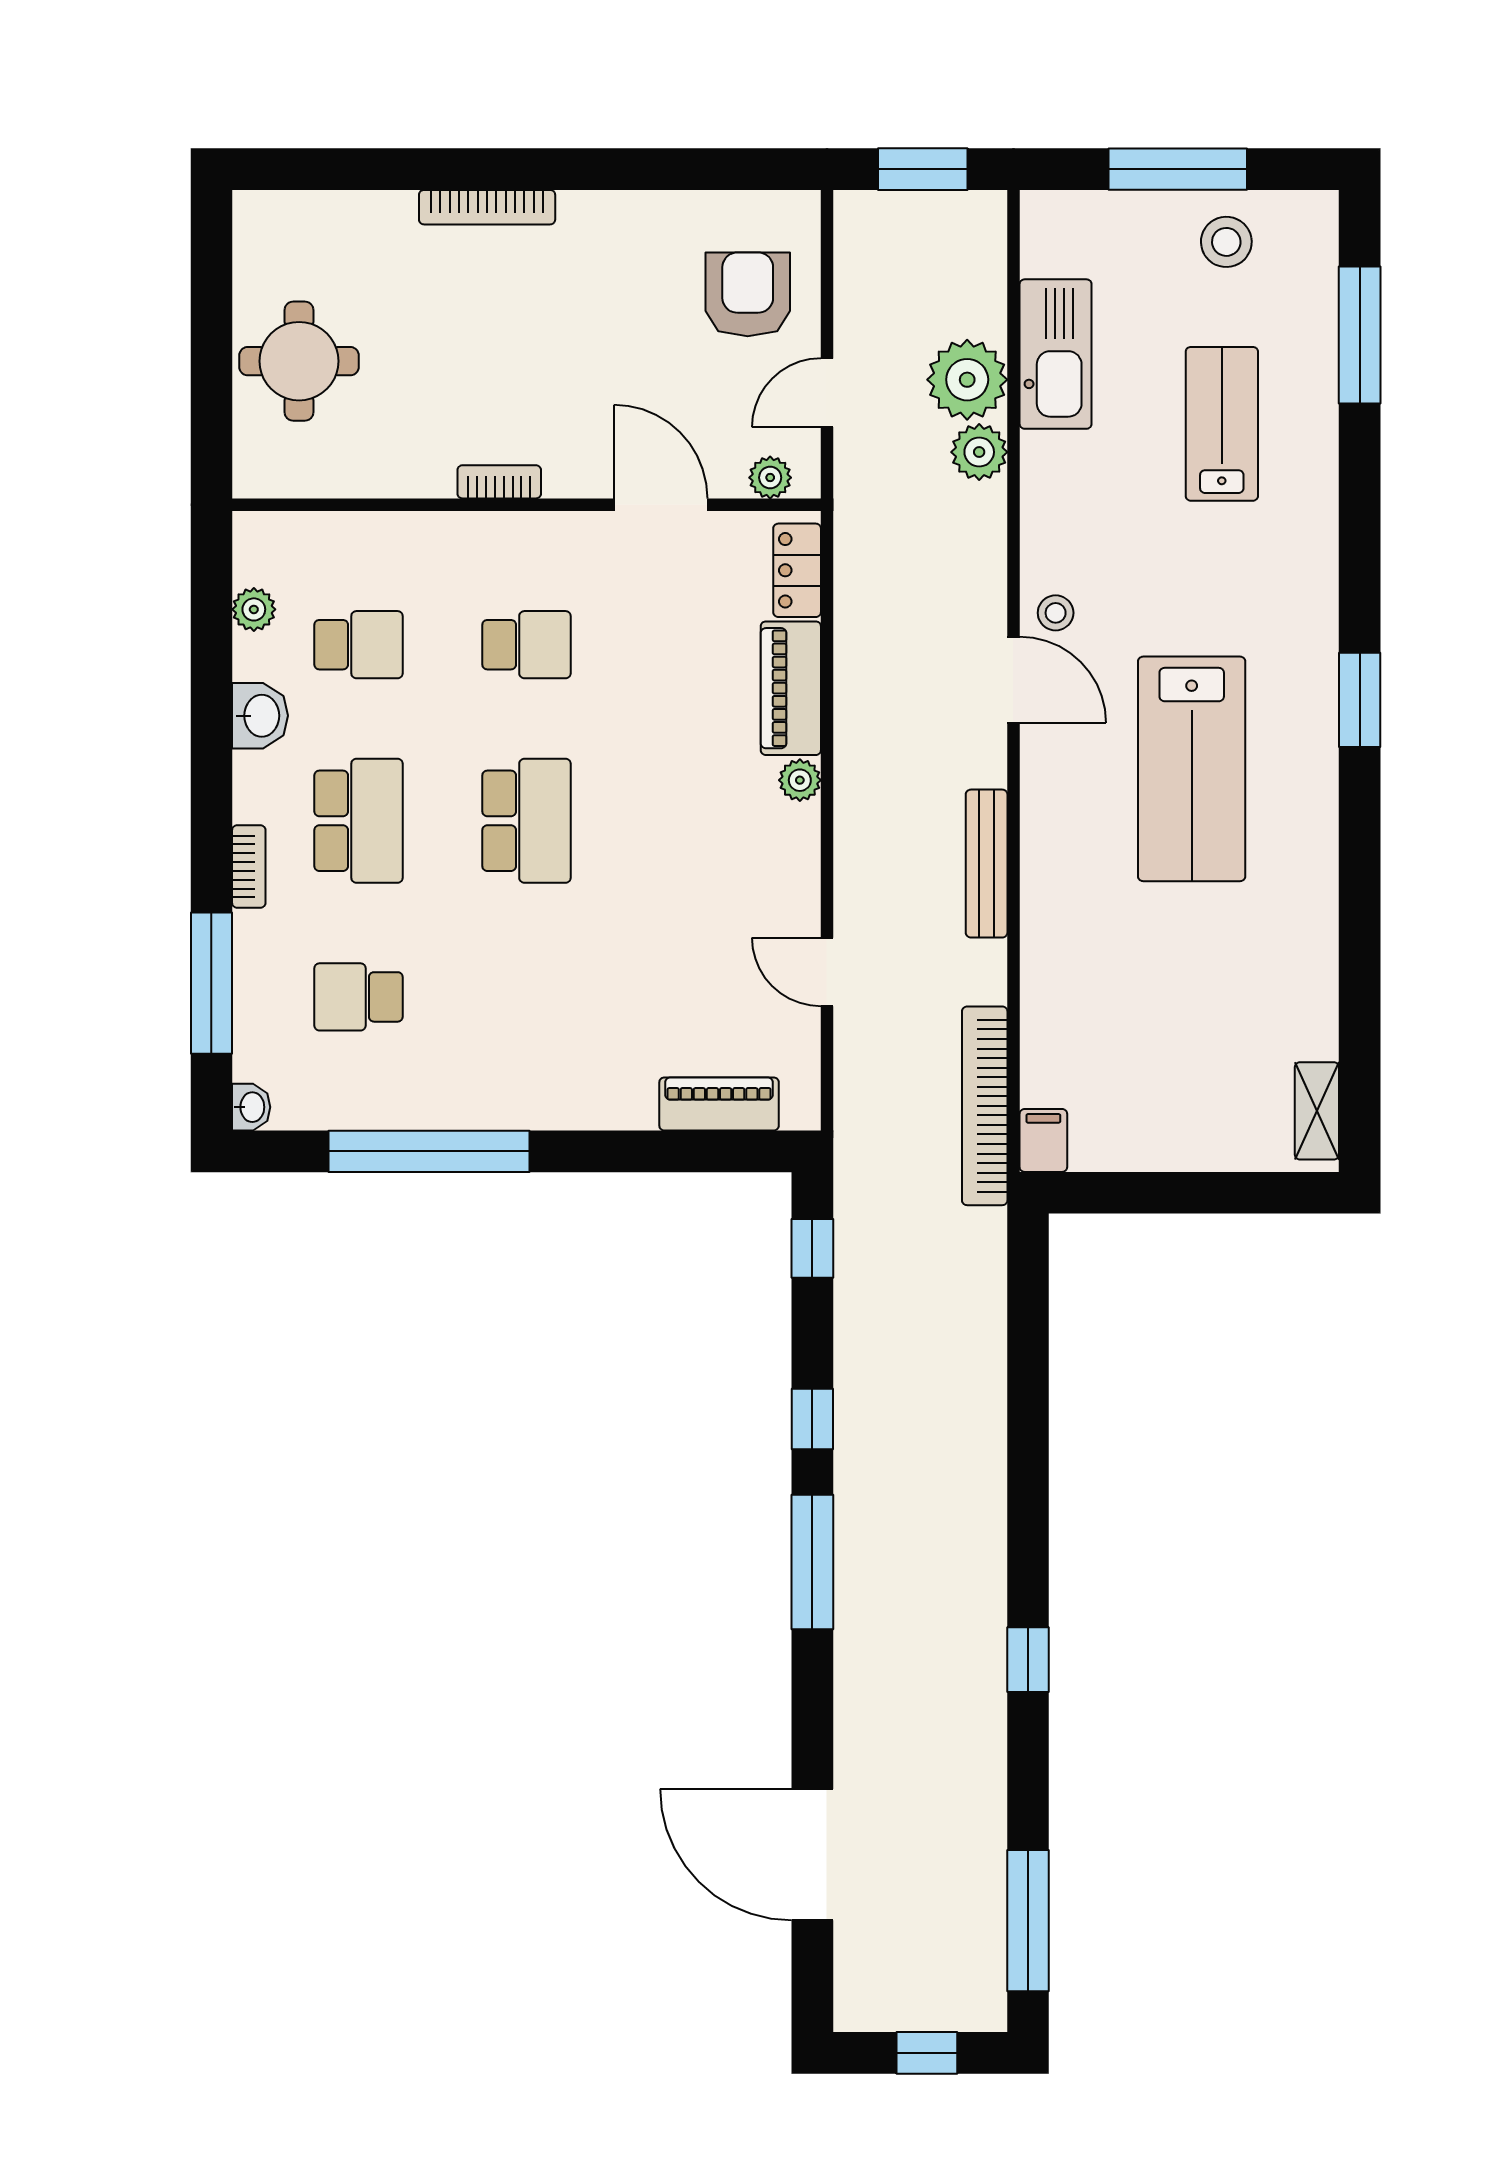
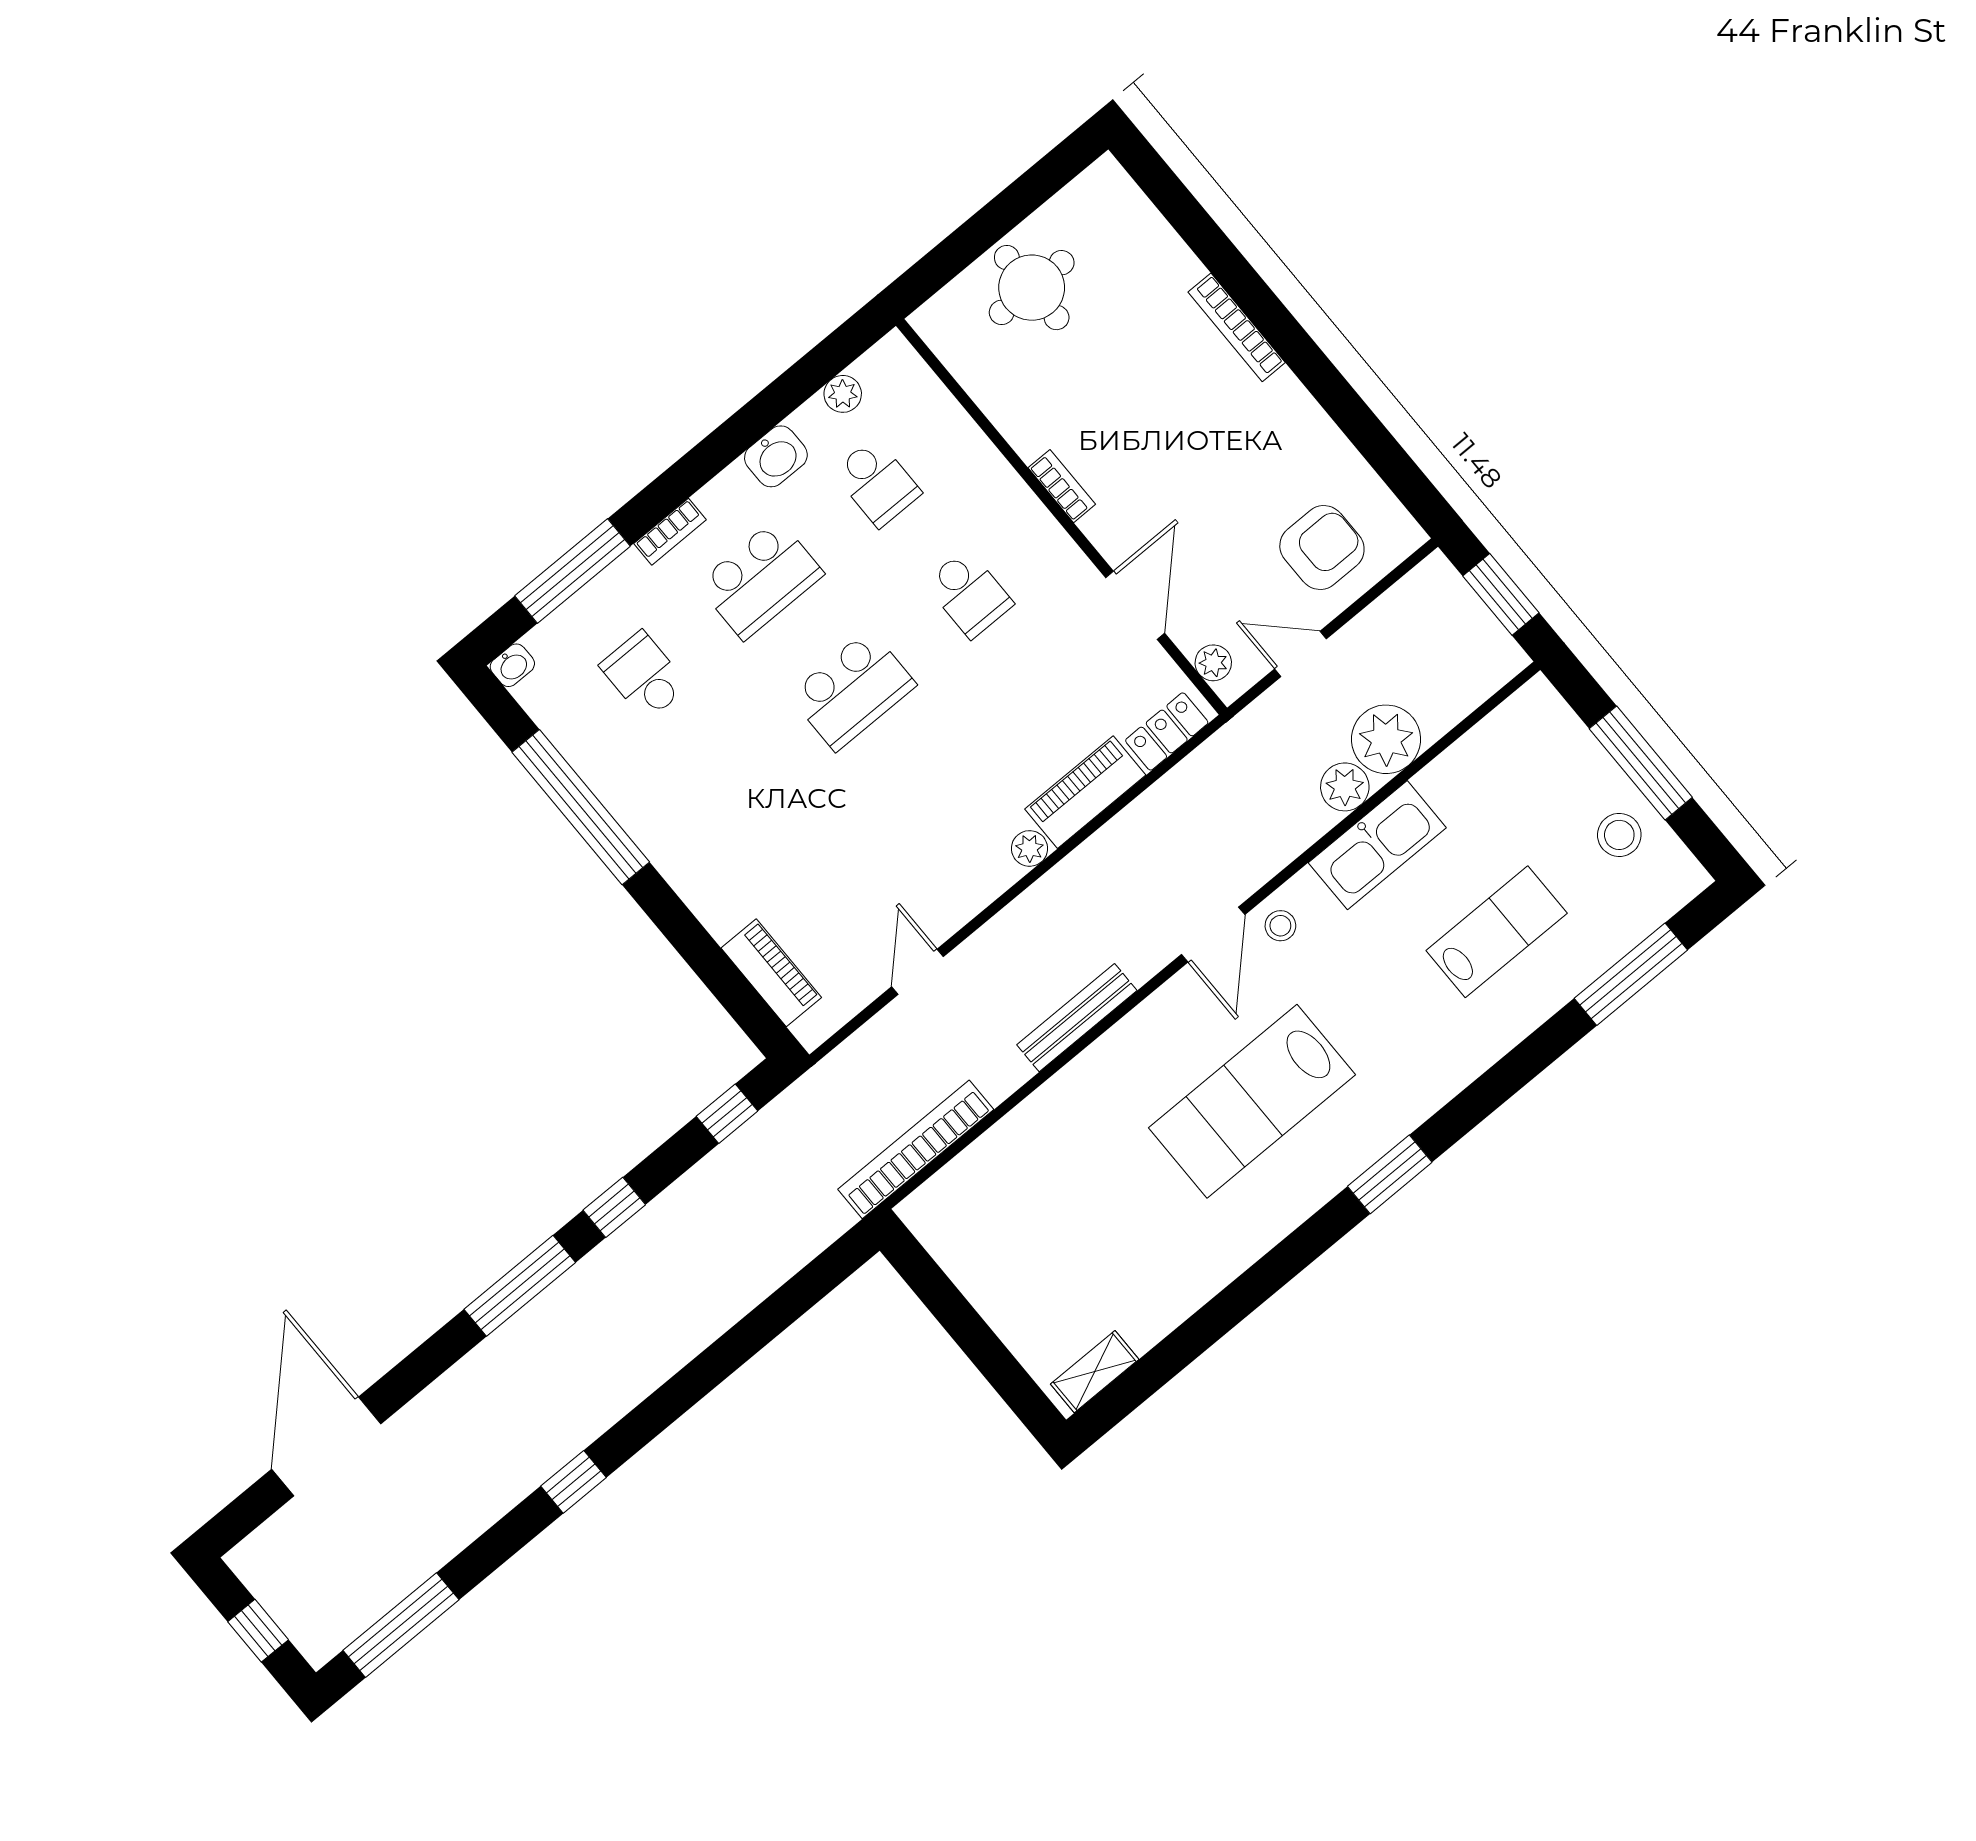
kitchen sink: (1056, 354) -> (1377, 845), moved
filing cabinet: (1043, 1140) -> (925, 1207), removed

